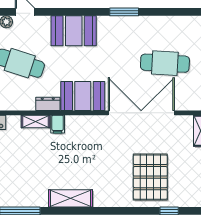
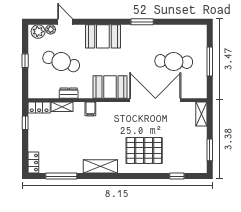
dresser: (48, 104) -> (69, 93), moved
shelving: (35, 121) -> (62, 107), moved
pallet: (150, 177) -> (144, 150), moved, turned 90

